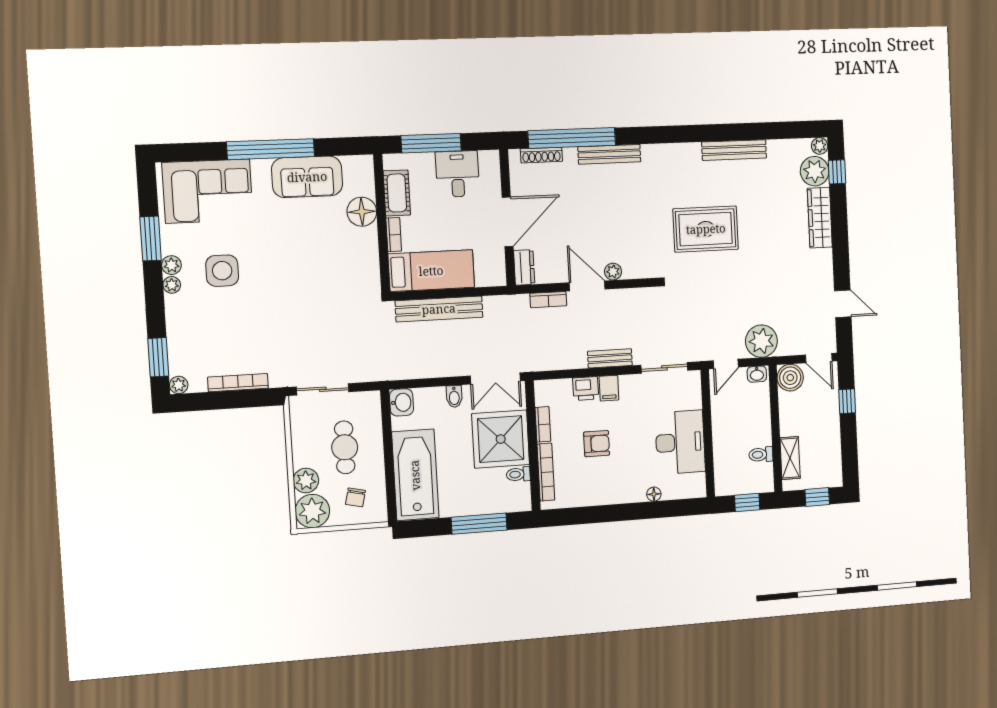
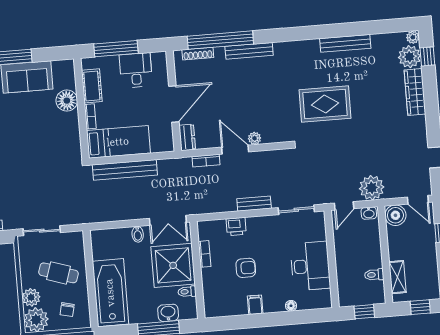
filing cabinet: (609, 388) -> (255, 305), moved, turned 180
washbasin: (401, 402) -> (168, 313), moved, turned -90
cafe table: (345, 447) -> (58, 273), turned -72
bookcase: (546, 472) -> (208, 290), removed

